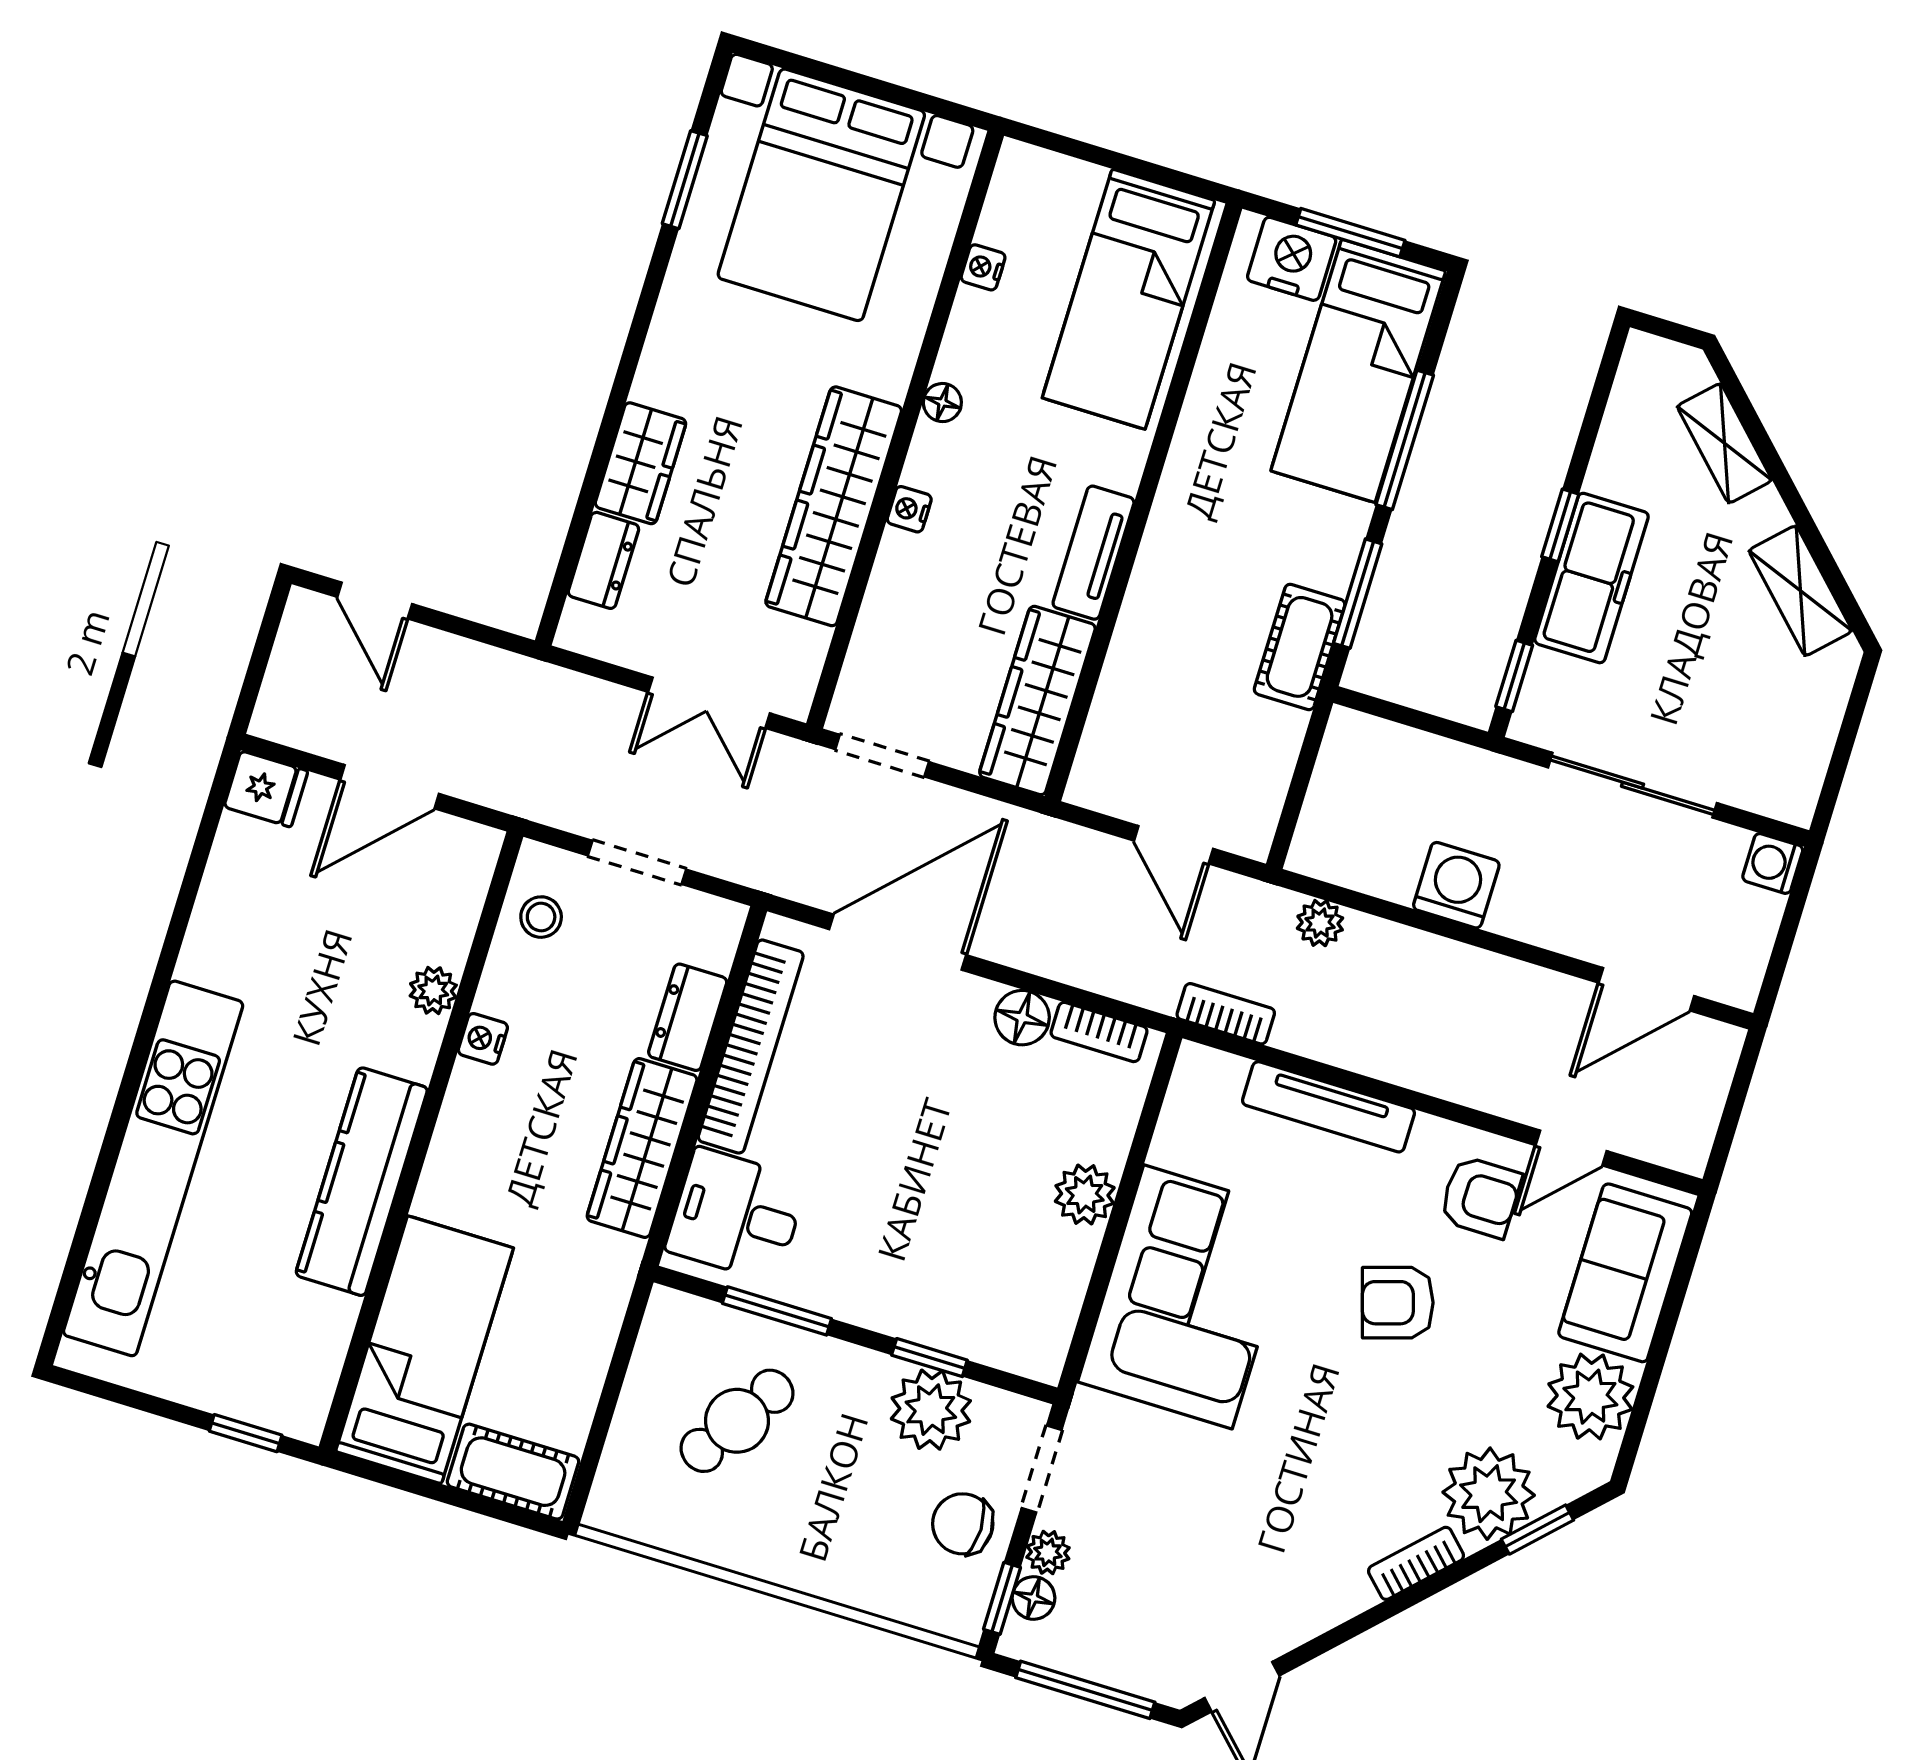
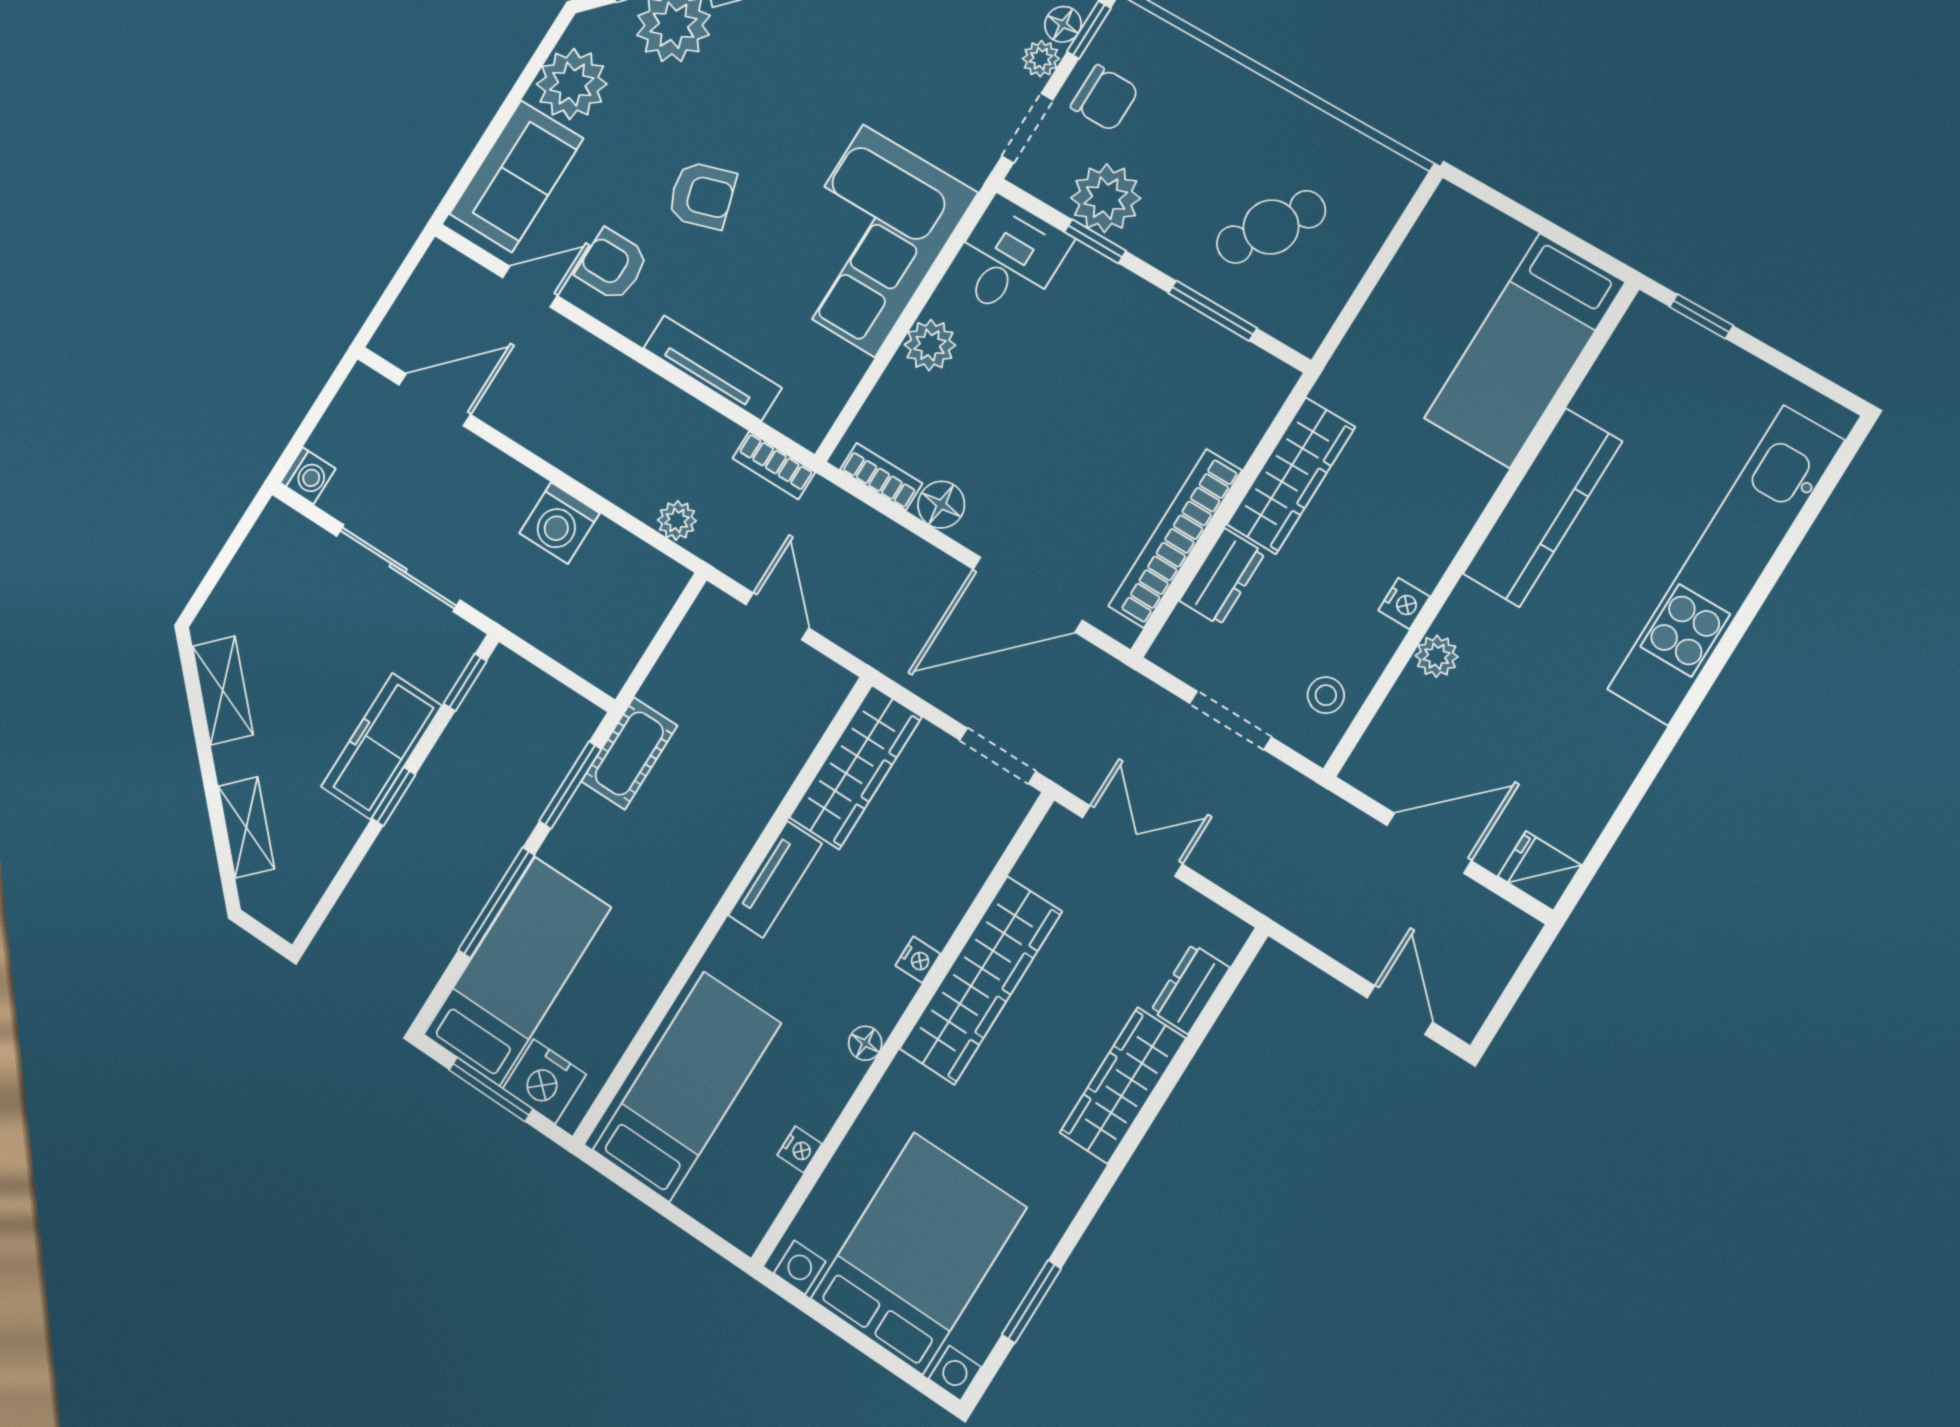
wardrobe: (641, 463) -> (1123, 1085), width x1.50
desk: (736, 1215) -> (1009, 258), moved, turned -90
cot: (513, 1472) -> (1474, 229), removed

